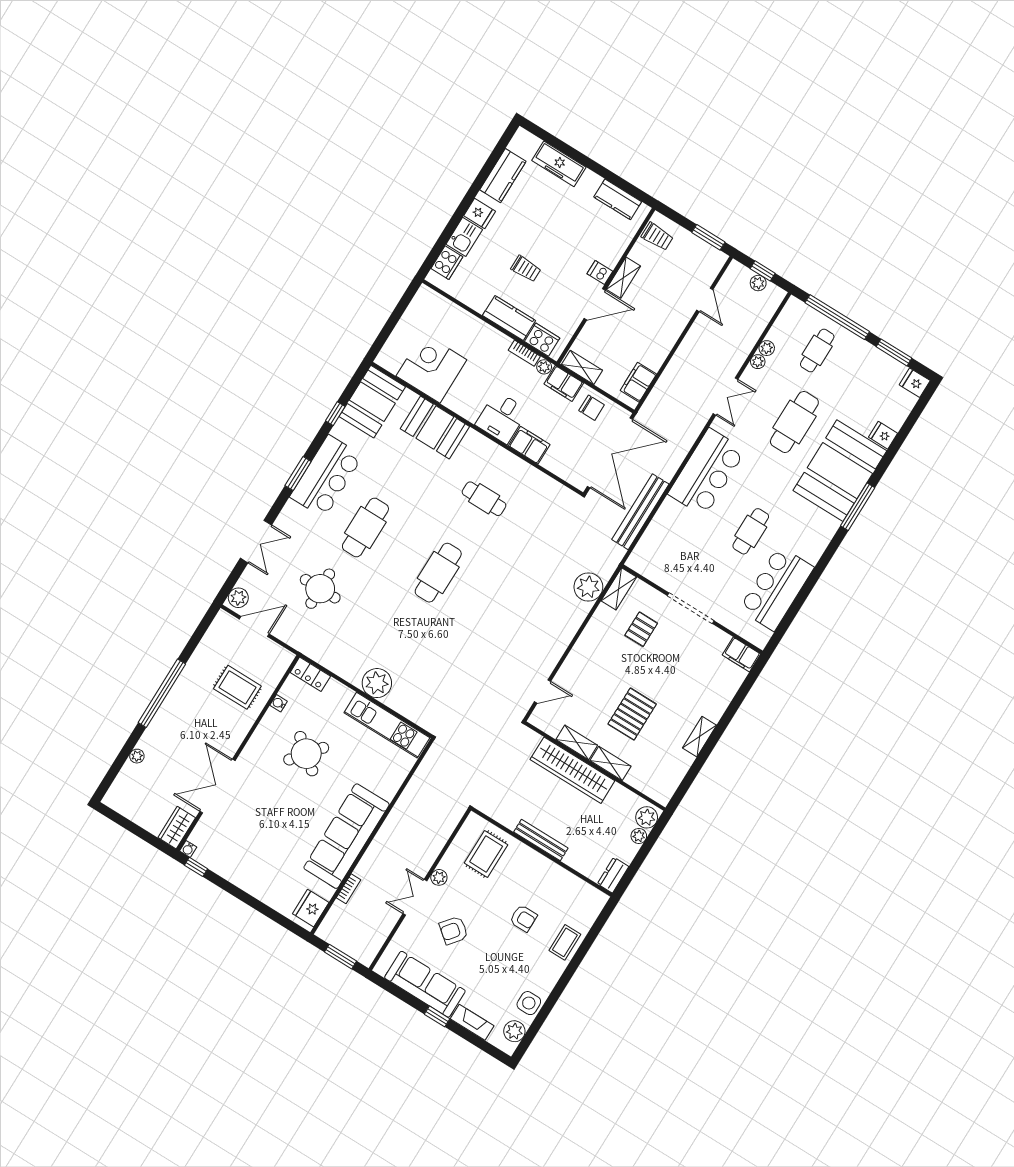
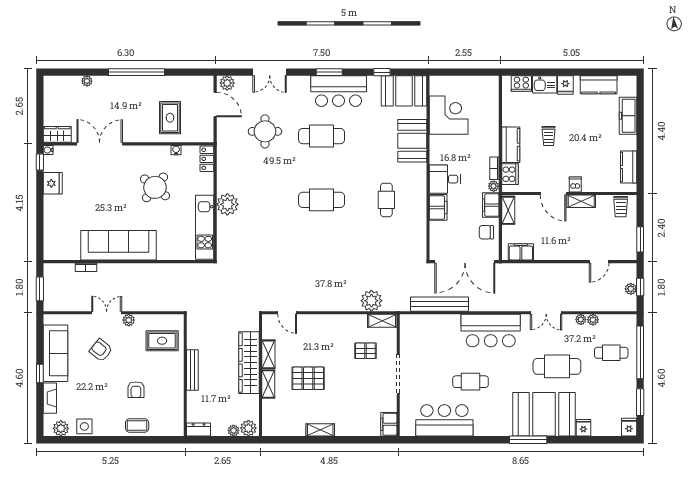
chair: (592, 408) -> (486, 232), turned 90
fridge: (311, 908) -> (53, 183), moved, turned 90

